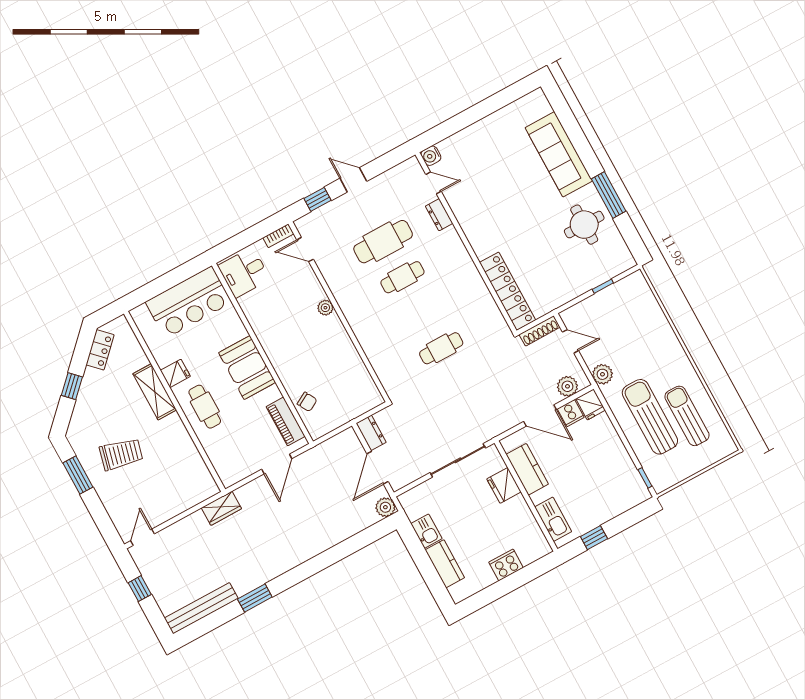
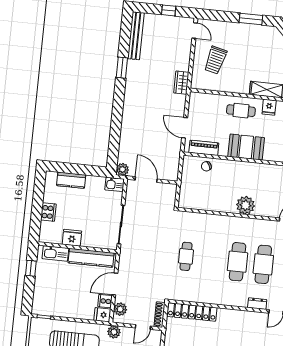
cafe table: (402, 277) -> (238, 262), width x1.37, depth x1.35
plant: (325, 308) -> (246, 205), width x1.87, depth x1.87
dresser: (371, 433) -> (167, 189), removed
trolley: (121, 454) -> (215, 60), moved
kitchen counter: (527, 469) -> (91, 258), width x1.50
fridge: (504, 485) -> (72, 238), moved
kitchen sink: (426, 531) -> (115, 184), moved

